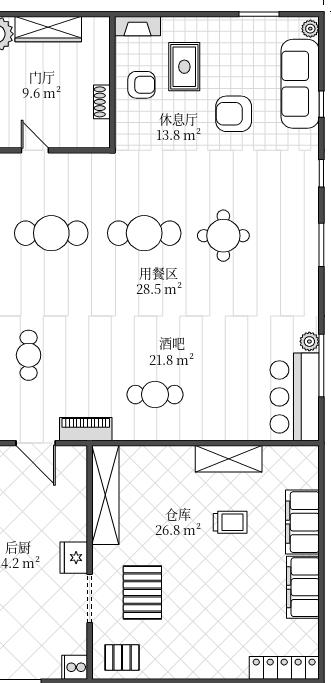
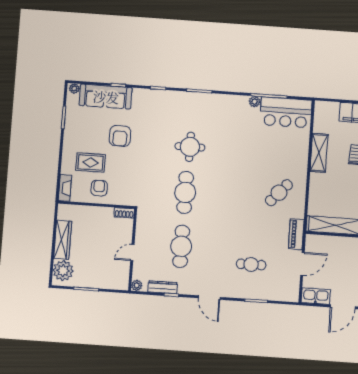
shoe rack: (102, 102) -> (124, 213), moved
cafe table: (155, 395) -> (279, 193), turned 42

